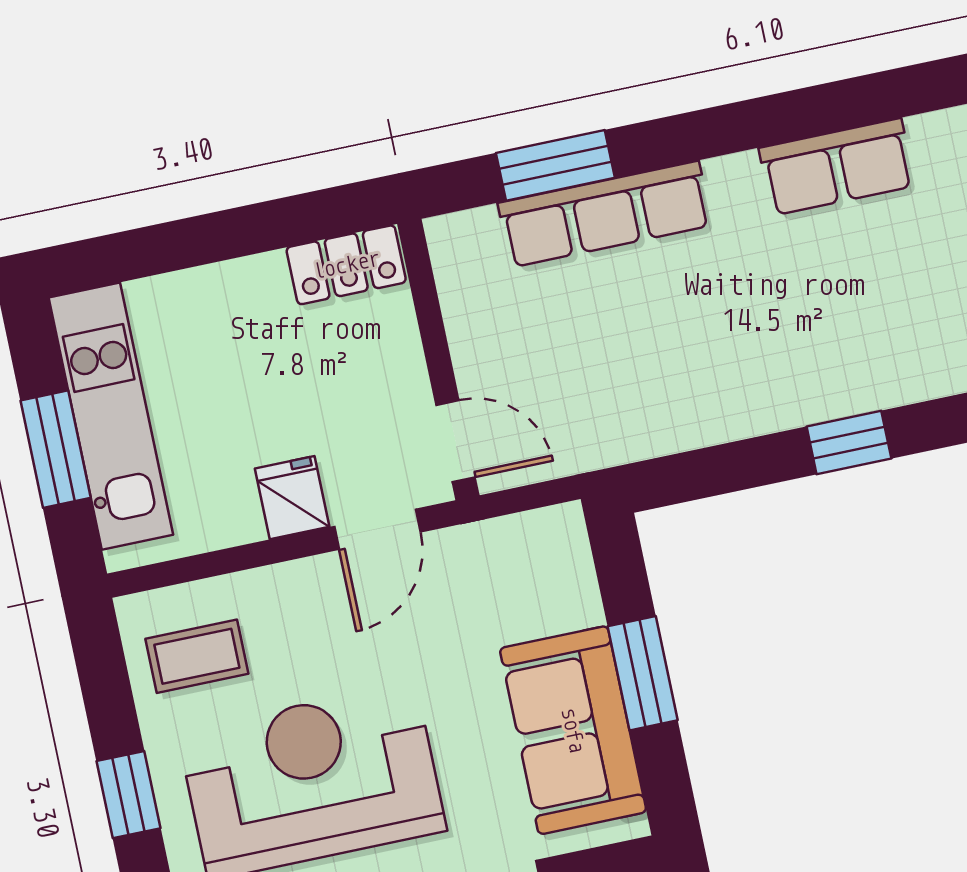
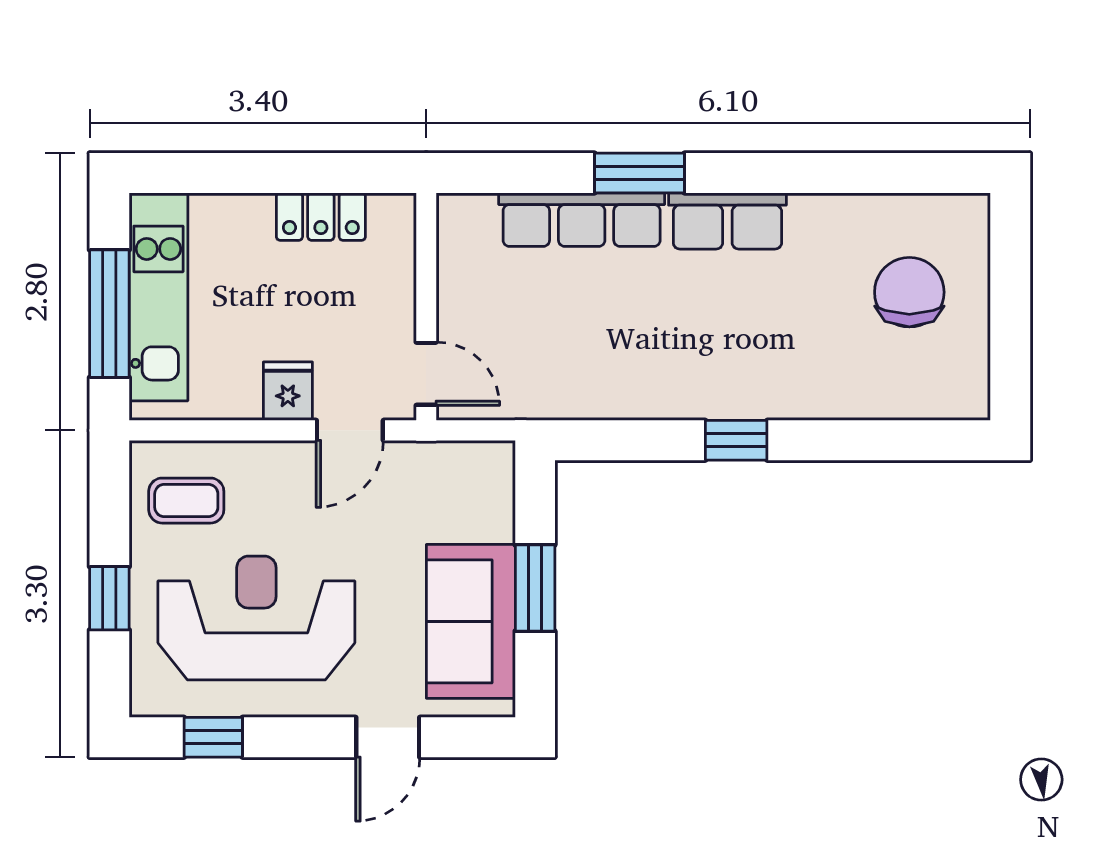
window: (555, 165) -> (640, 173), moved
row of seats: (837, 167) -> (727, 221), moved
locker: (346, 265) -> (321, 217), moved
window: (56, 449) -> (109, 314), width x1.44

